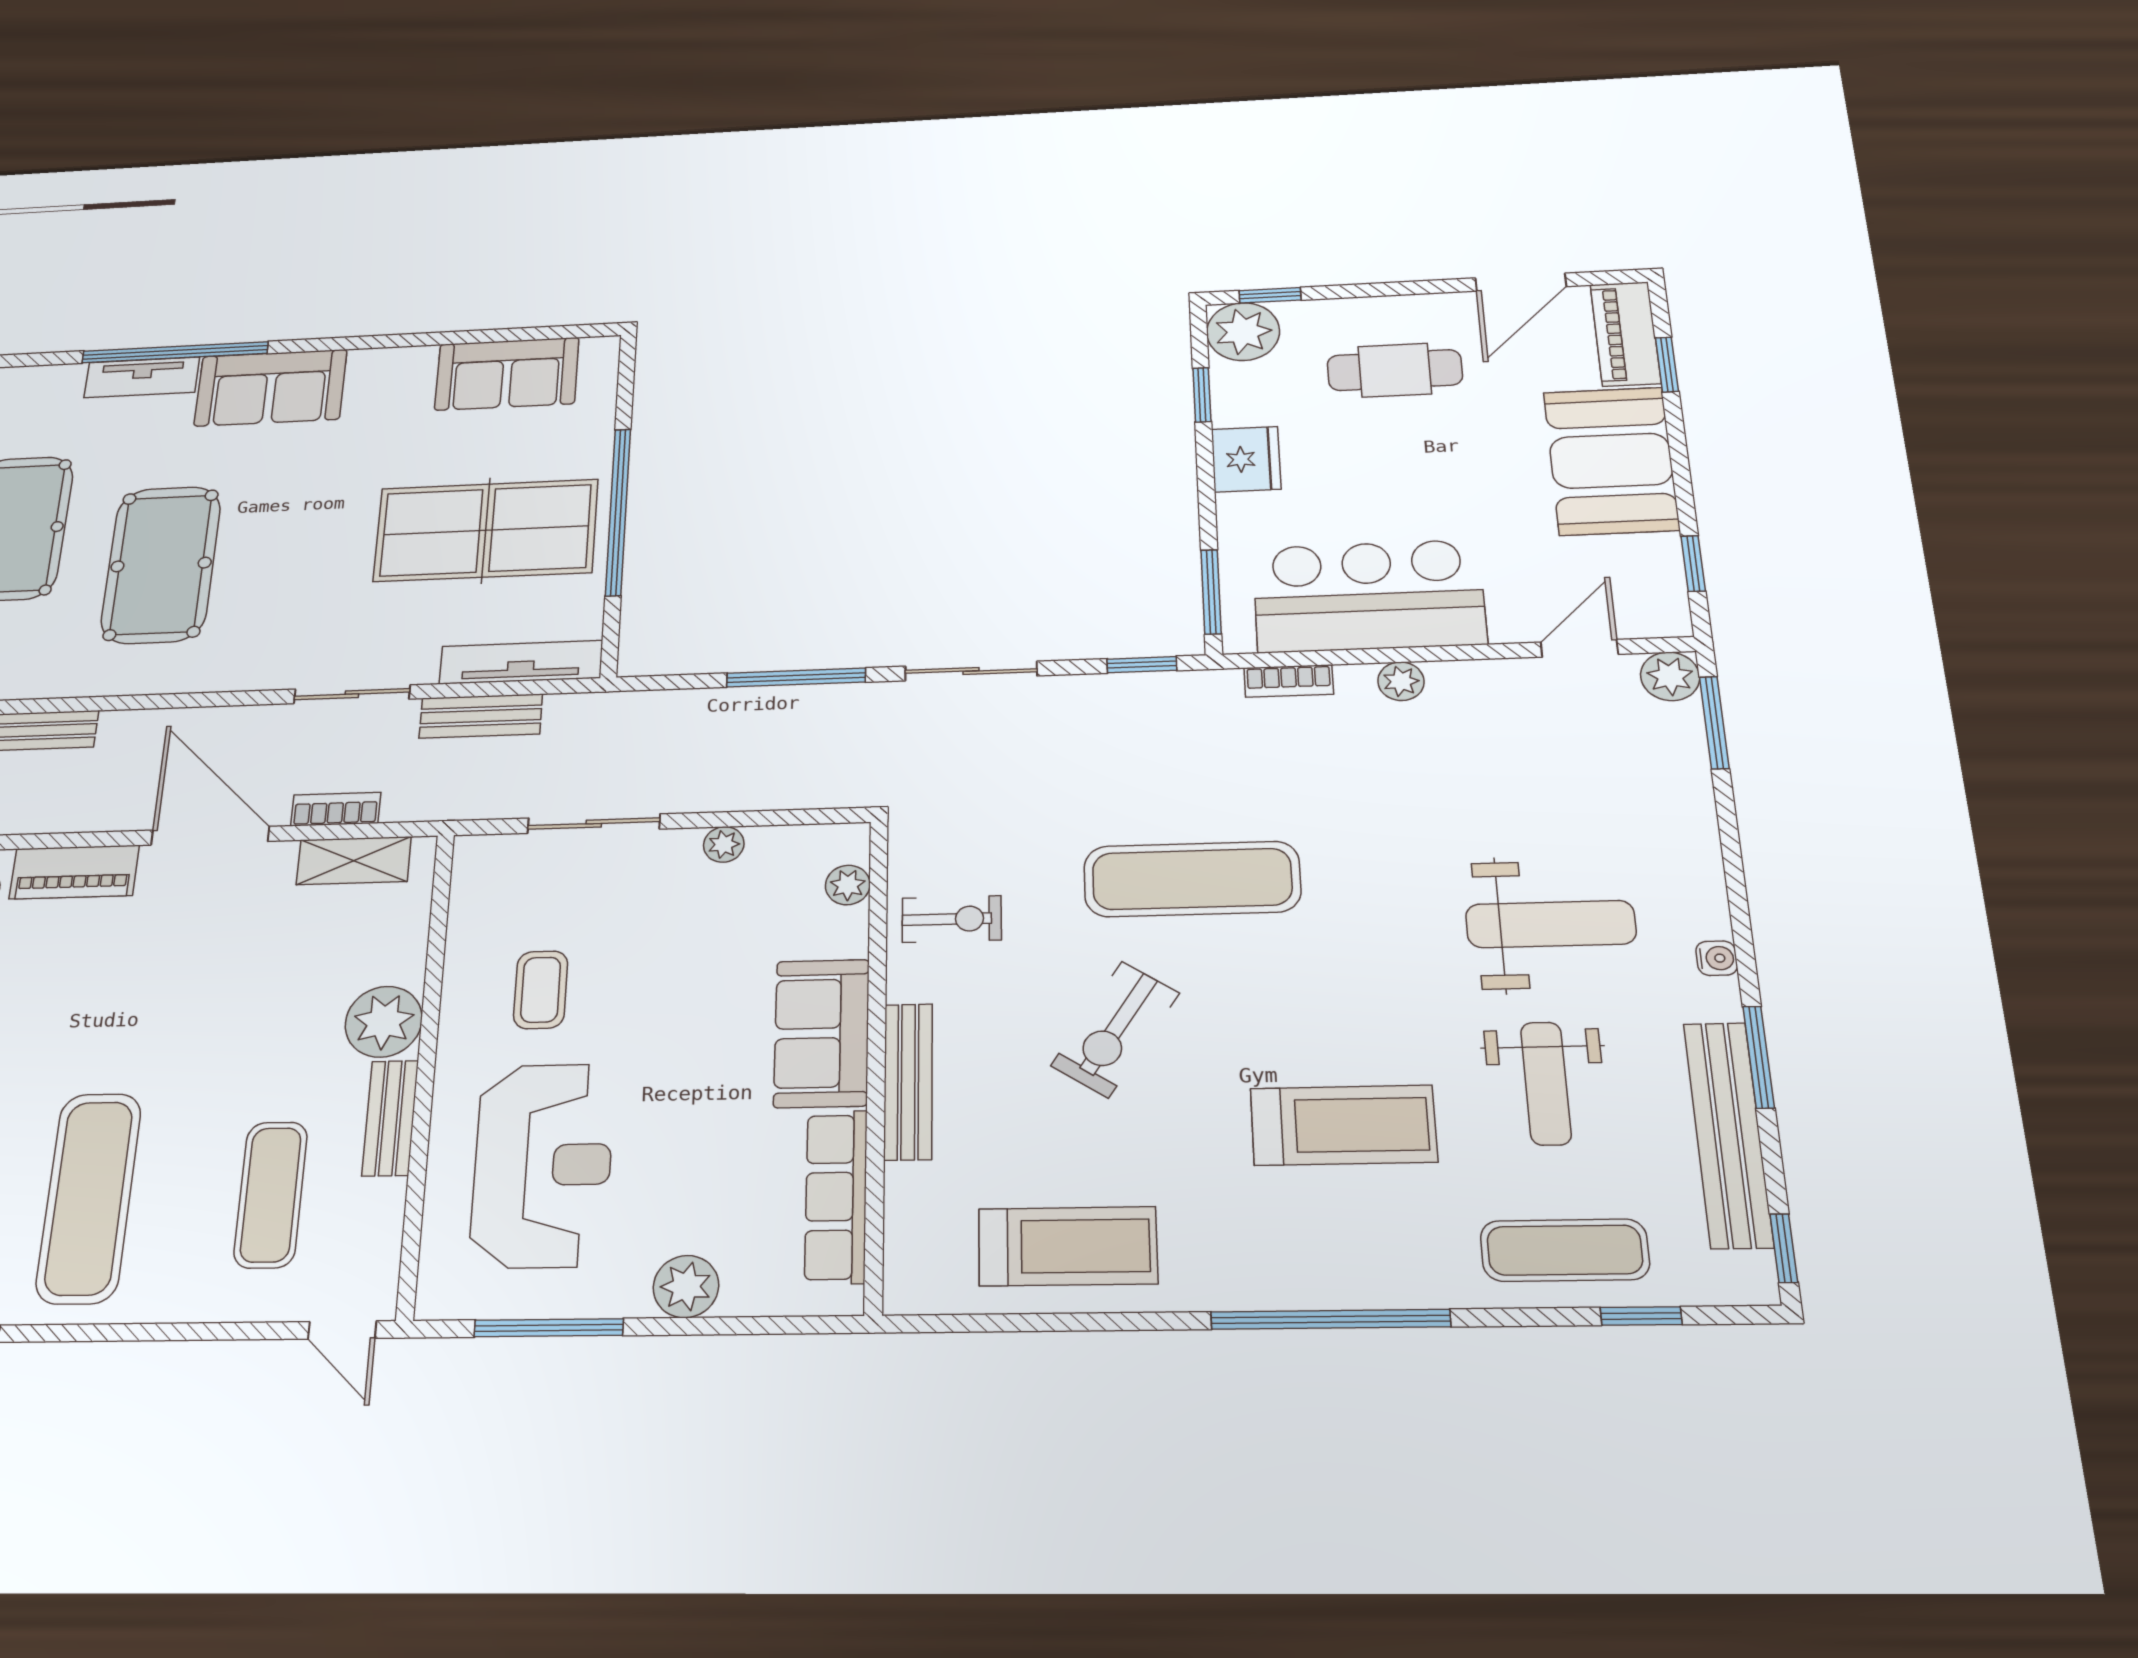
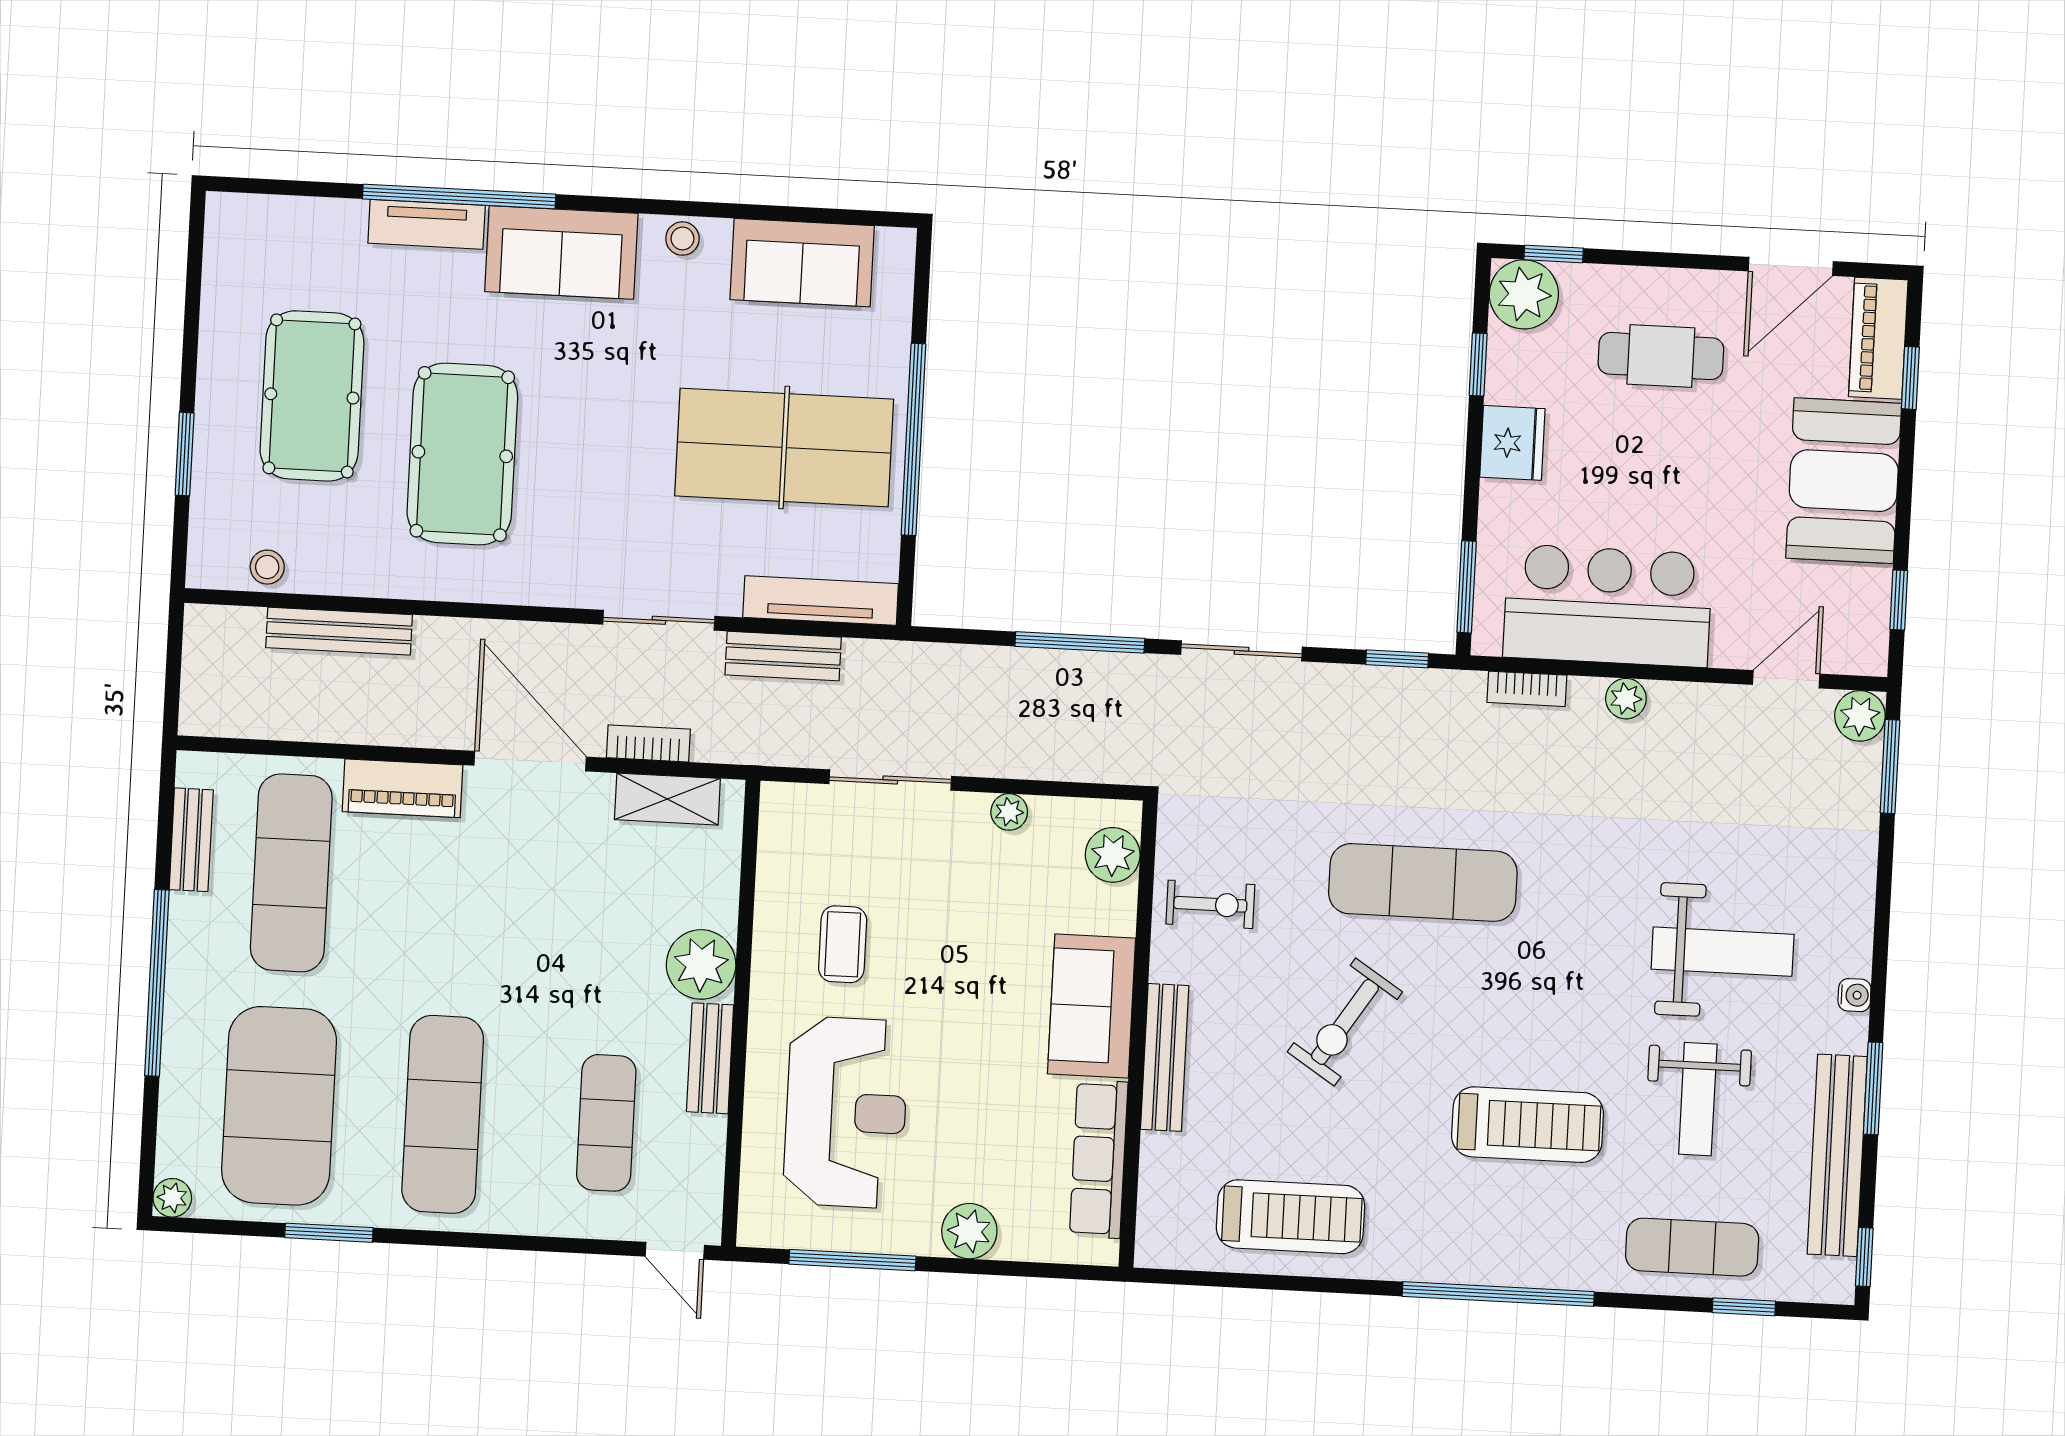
stool: (389, 365) -> (682, 239), added
plant: (848, 885) -> (1113, 855), width x1.38, depth x1.38

